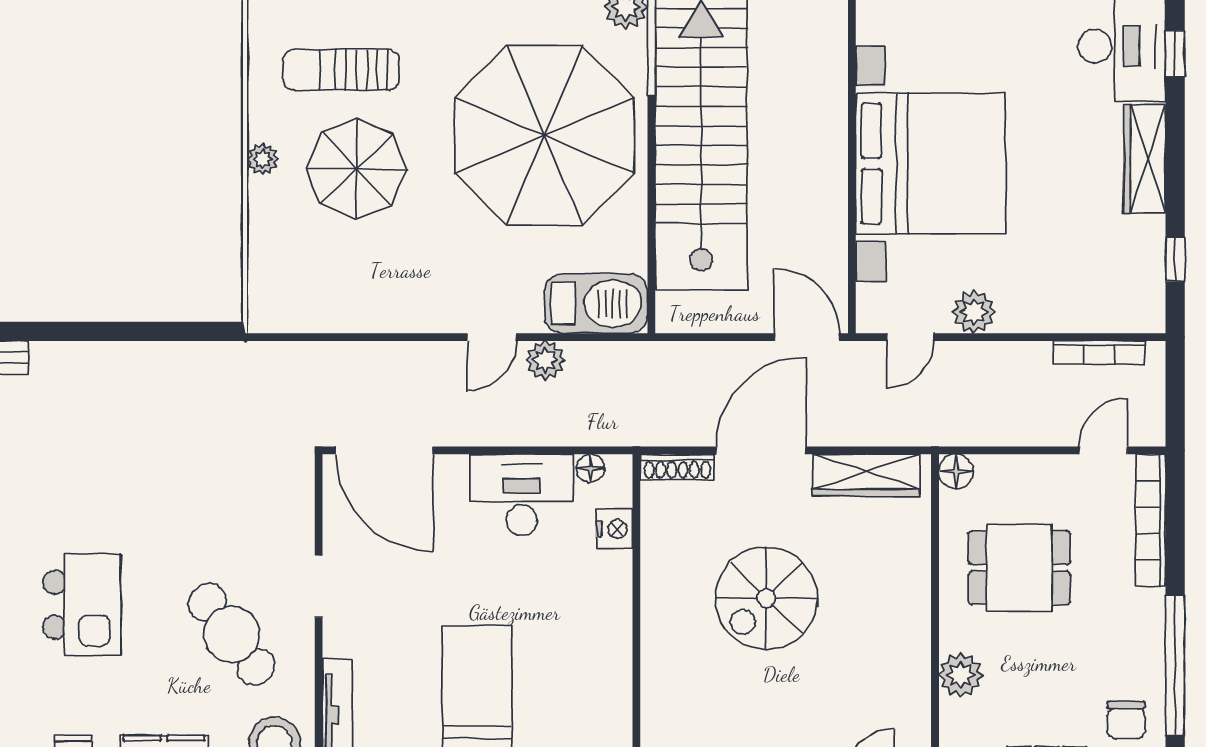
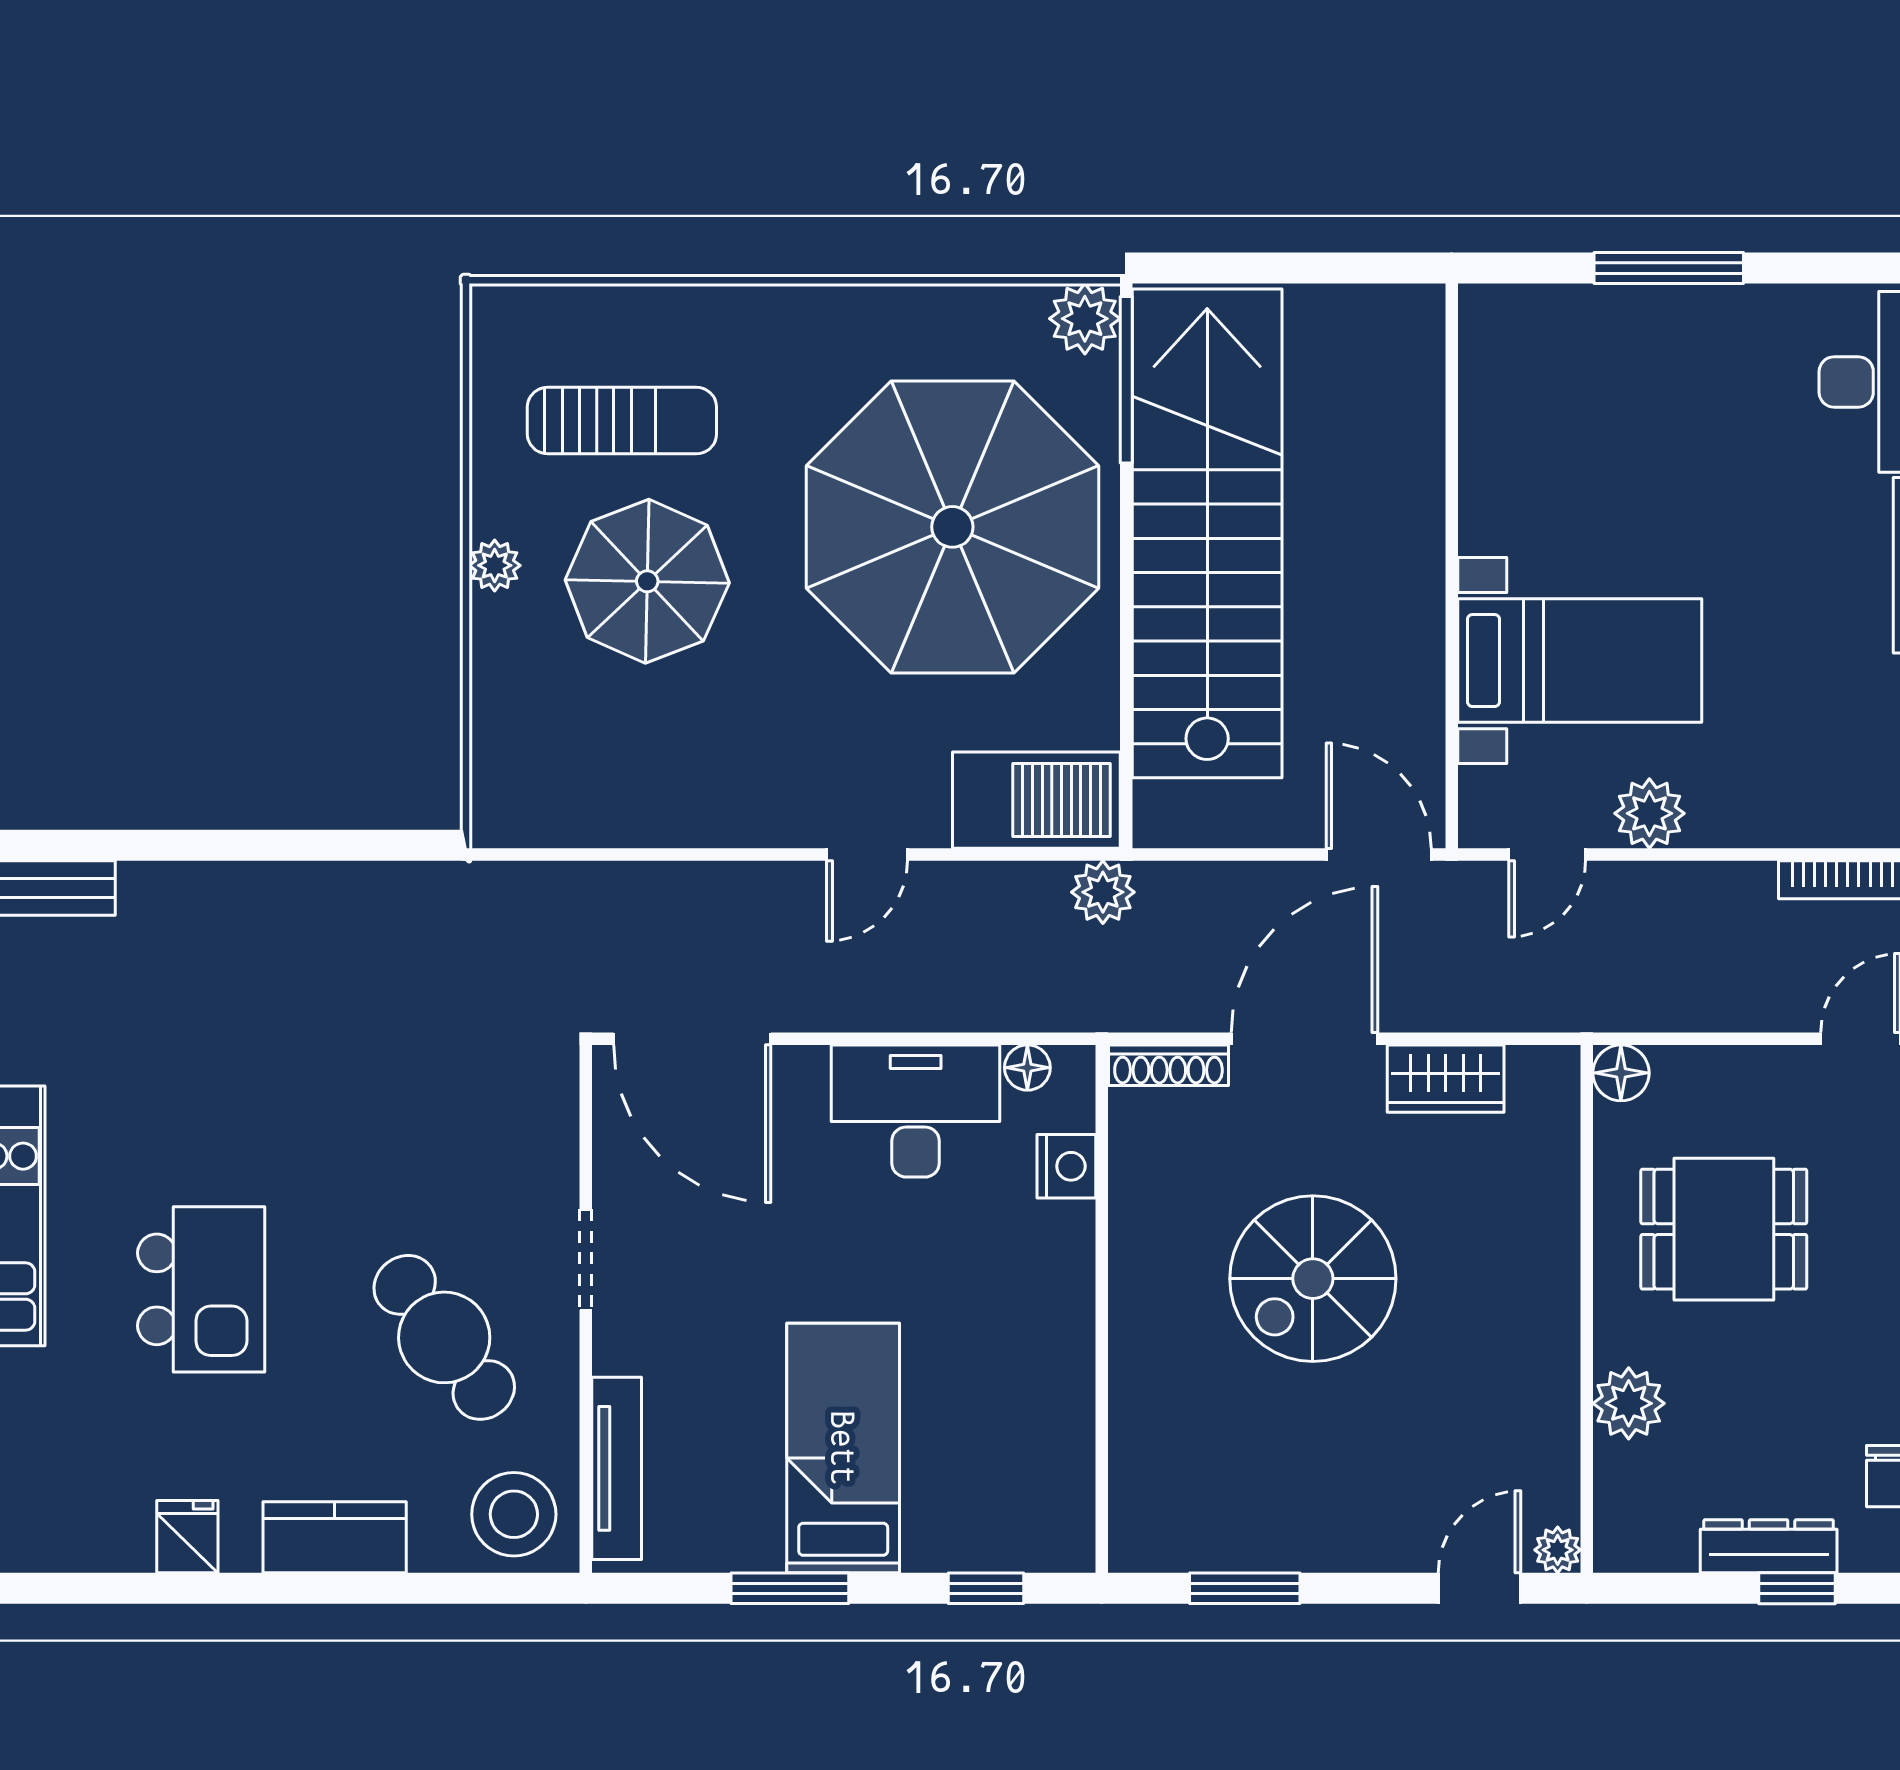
sun lounger: (341, 70) -> (622, 421), turned 180
bed with nightstands: (931, 164) -> (1580, 661), width x0.54
plant: (545, 360) -> (1103, 892), moved
wardrobe: (866, 475) -> (1446, 1079), width x0.67

